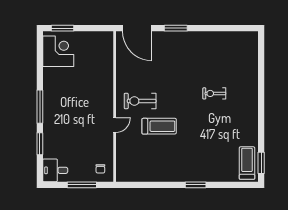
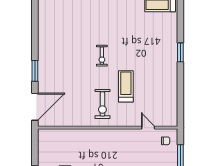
exercise bike: (214, 93) -> (102, 56), moved
door: (115, 125) -> (148, 128), moved

